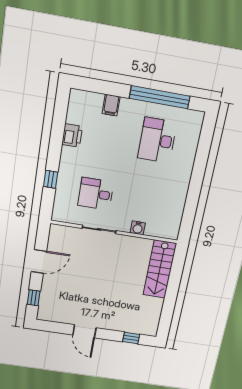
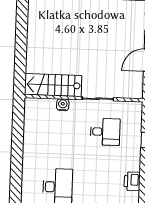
stairs: (160, 269) -> (53, 85), moved, turned -90

